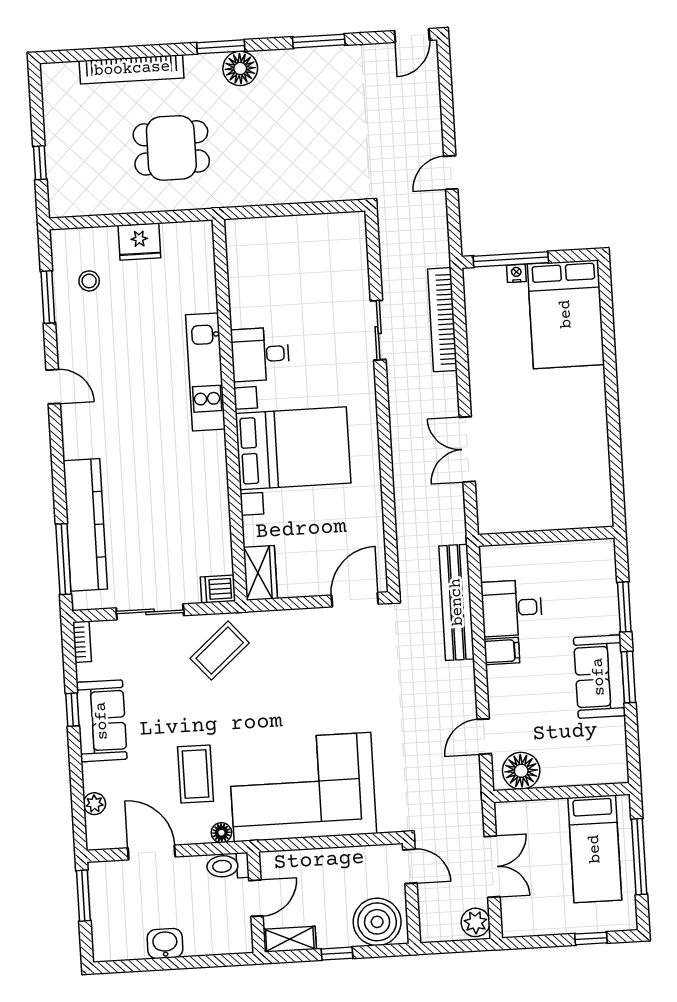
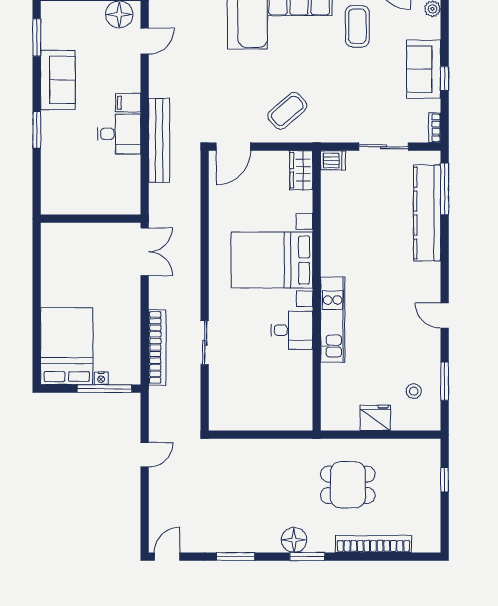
wall: (546, 536) -> (91, 219), moved
coffee table: (220, 651) -> (287, 111), moved
window: (628, 677) -> (37, 37), moved

